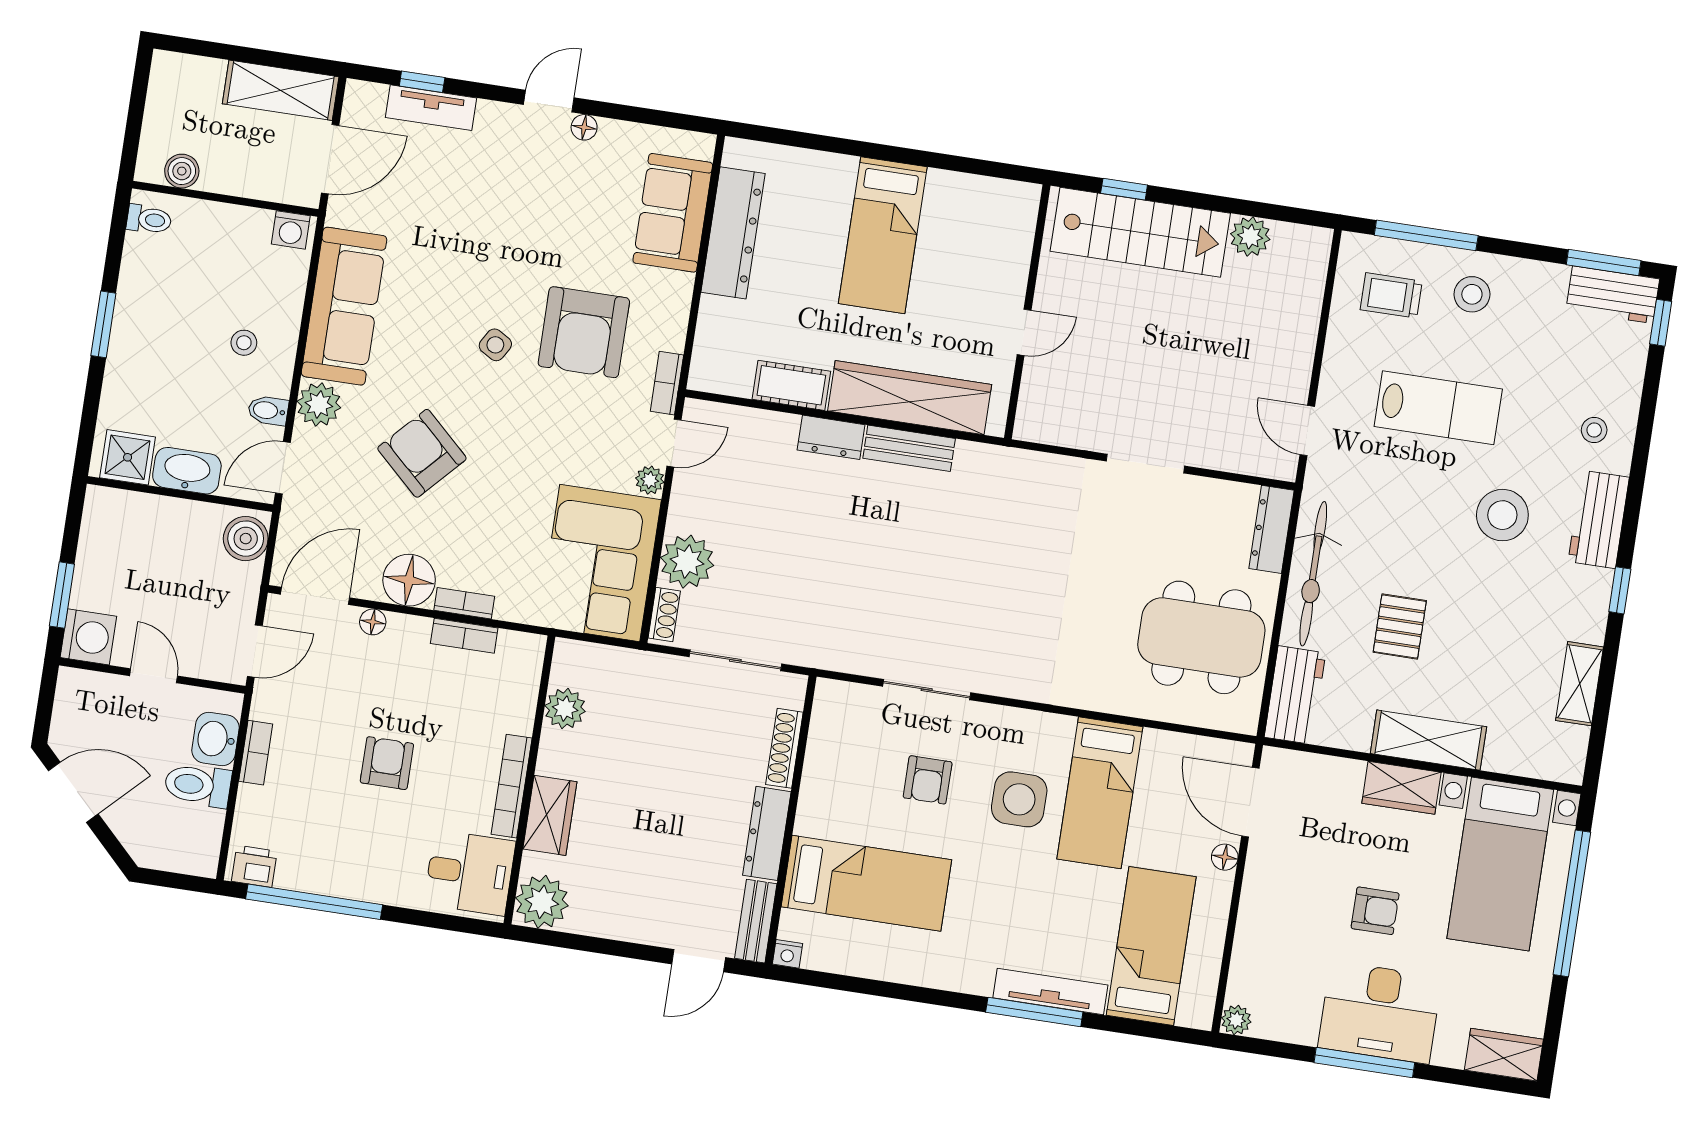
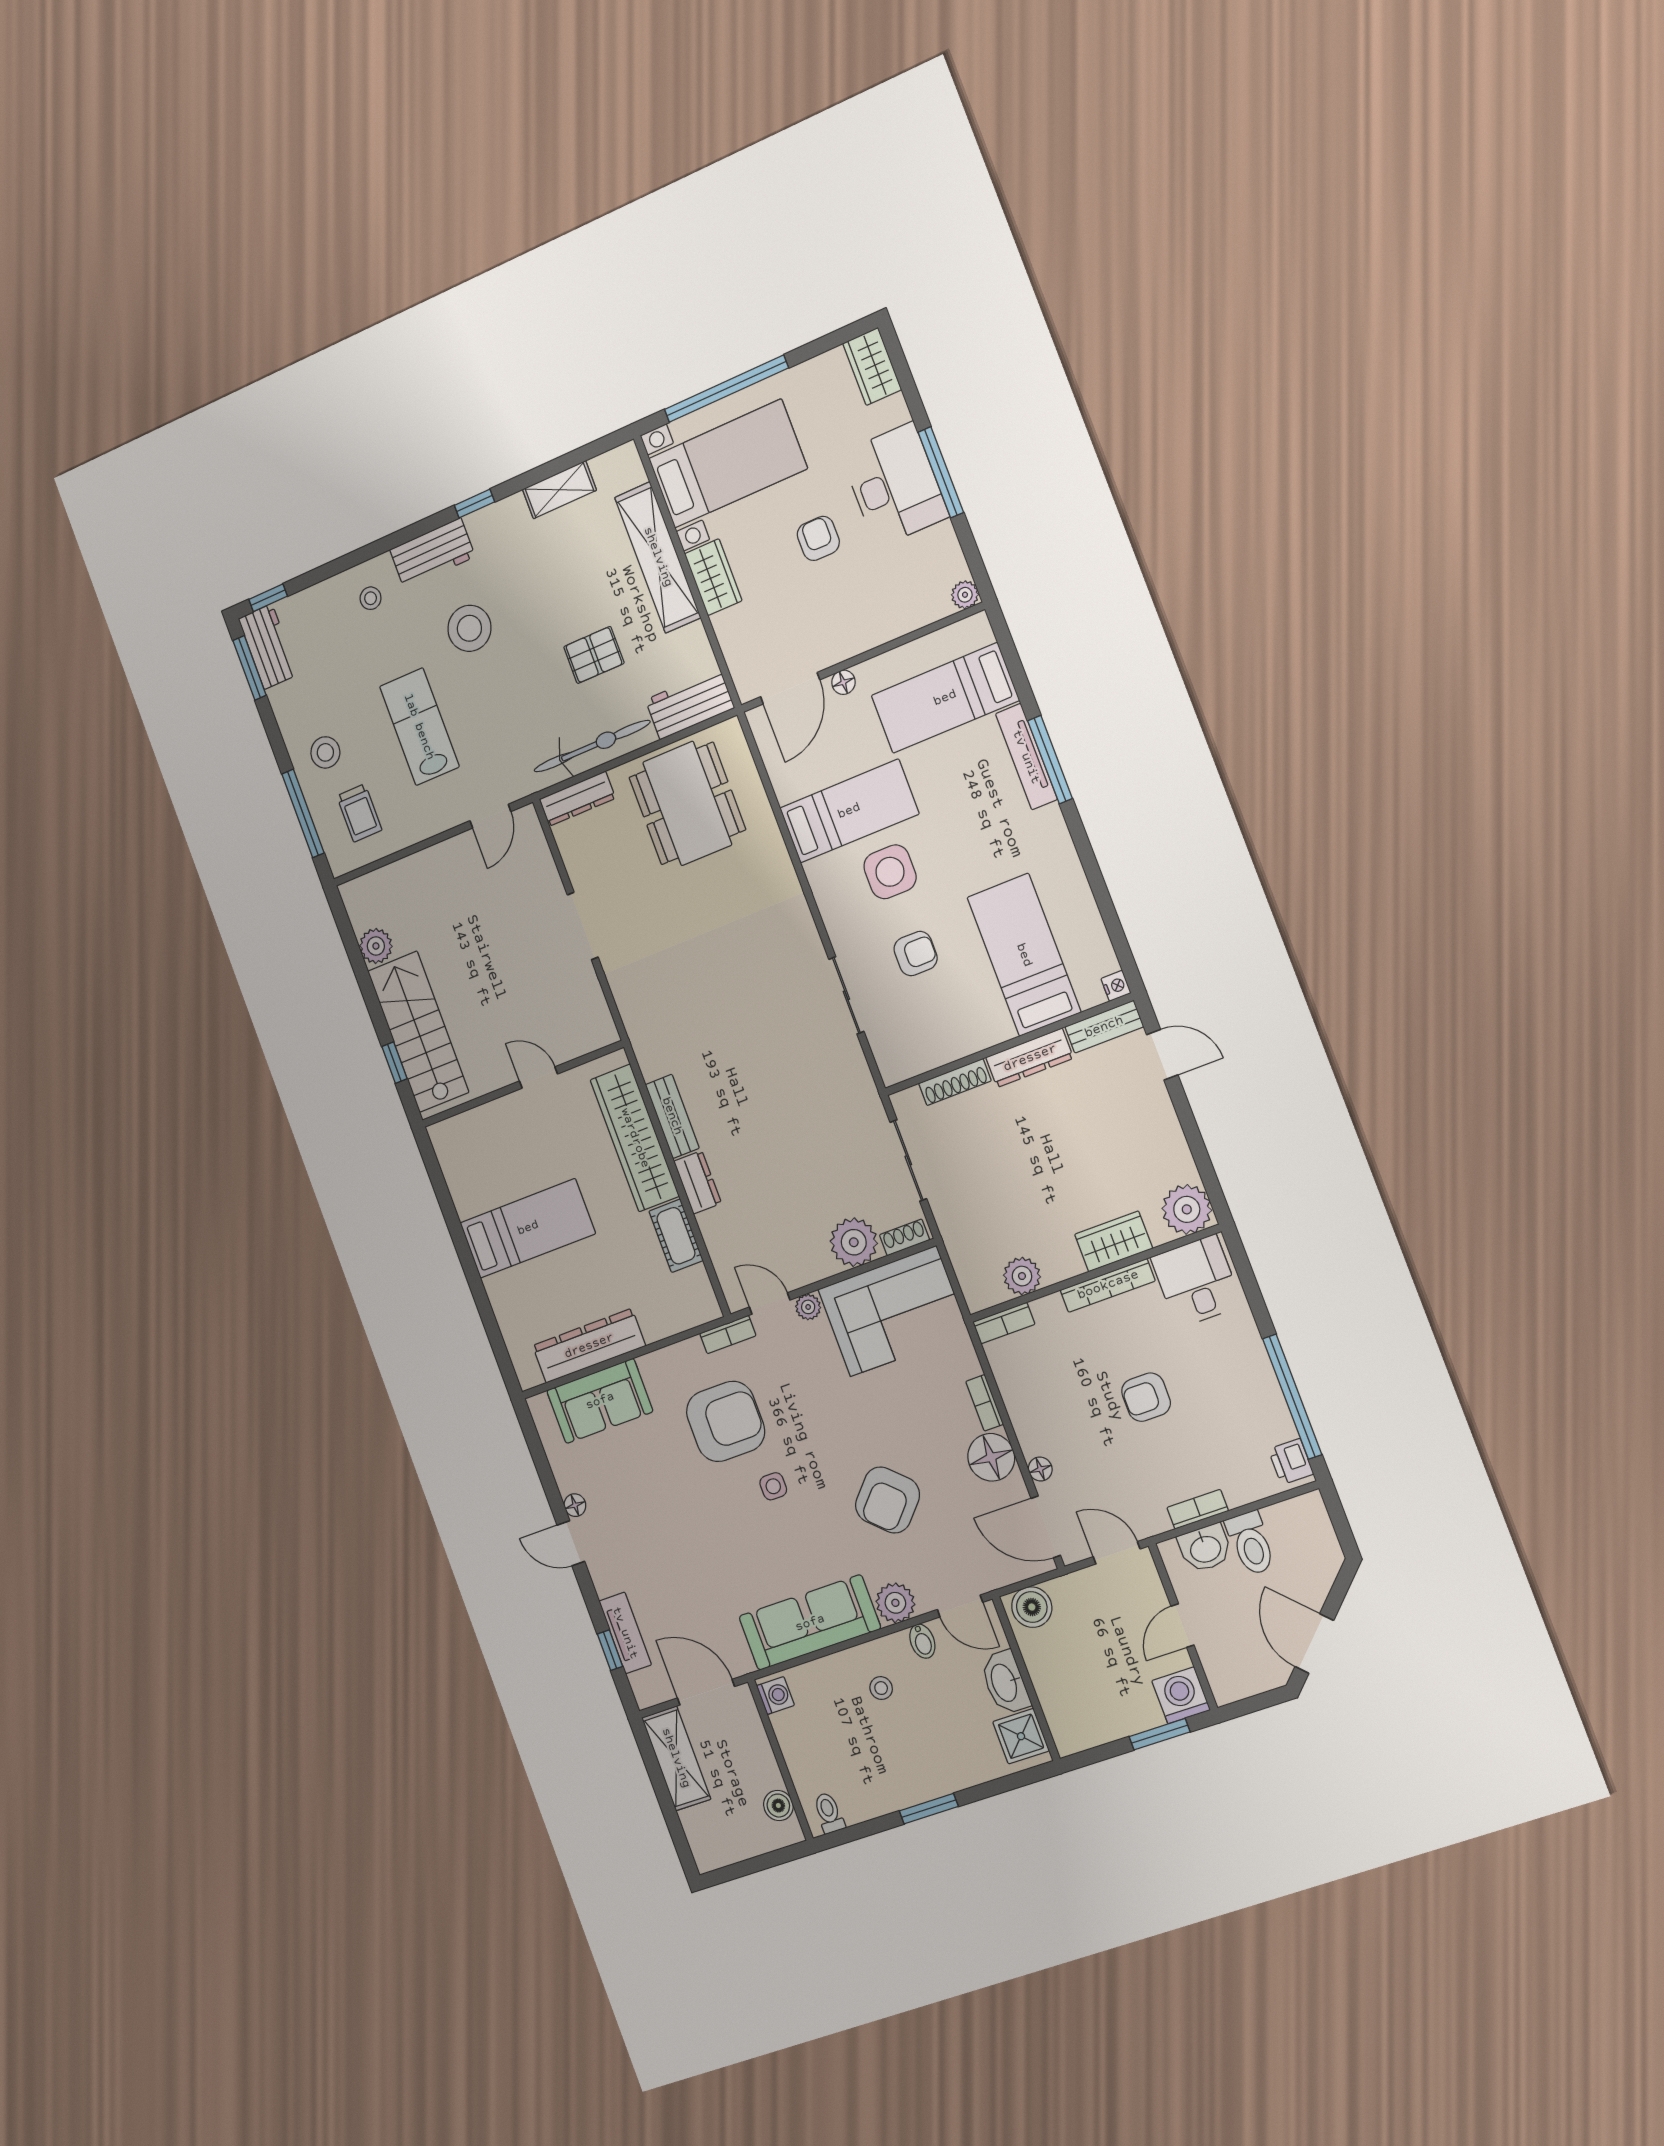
side table: (495, 345) -> (773, 1486), turned -31
bookcase: (464, 636) -> (1004, 1323), moved, turned 90
shelving: (1428, 740) -> (658, 557), width x1.47

